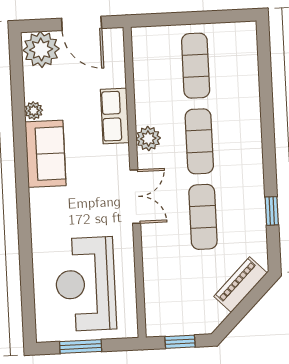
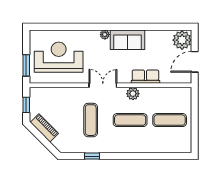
plant: (34, 111) -> (105, 35), moved
double door: (135, 197) -> (103, 85), swing flipped
exercise mat: (203, 217) -> (91, 120), turned 90
piano: (241, 285) -> (44, 128), moved
window: (81, 347) -> (26, 65), moved

